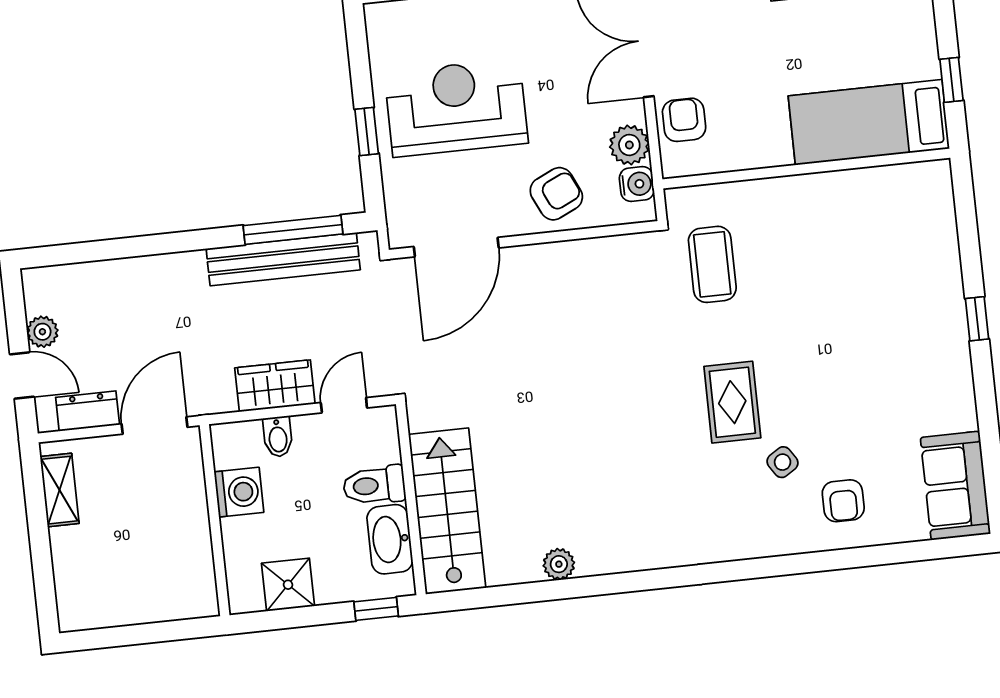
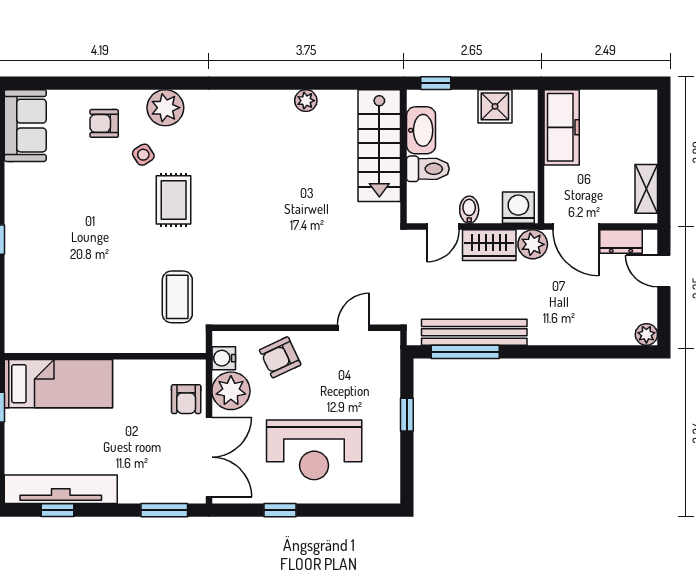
reception desk: (456, 108) -> (314, 450), moved
plant: (629, 145) -> (231, 391), width x1.36, depth x1.36
door: (456, 247) -> (353, 328), width x0.53
plant: (42, 332) -> (646, 334), moved
plant: (213, 394) -> (533, 244), added
door: (154, 425) -> (576, 227), hinge flipped
bidet: (278, 437) -> (469, 210), moved
washing machine: (239, 492) -> (518, 208), moved, turned 90
armchair: (843, 501) -> (104, 123), turned -90
plant: (758, 532) -> (165, 108), added
freezer: (190, 565) -> (562, 127), added

